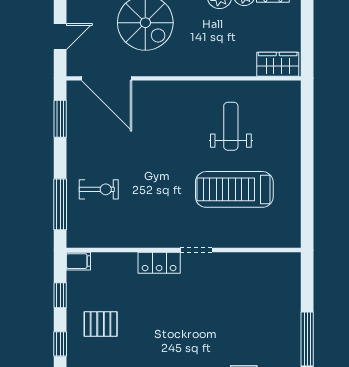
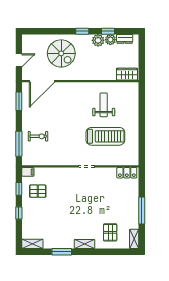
door: (107, 78) -> (42, 81), hinge flipped
treadmill: (234, 189) -> (105, 136), turned 180
locker: (159, 263) -> (127, 173), moved
pallet: (101, 324) -> (38, 191), moved

